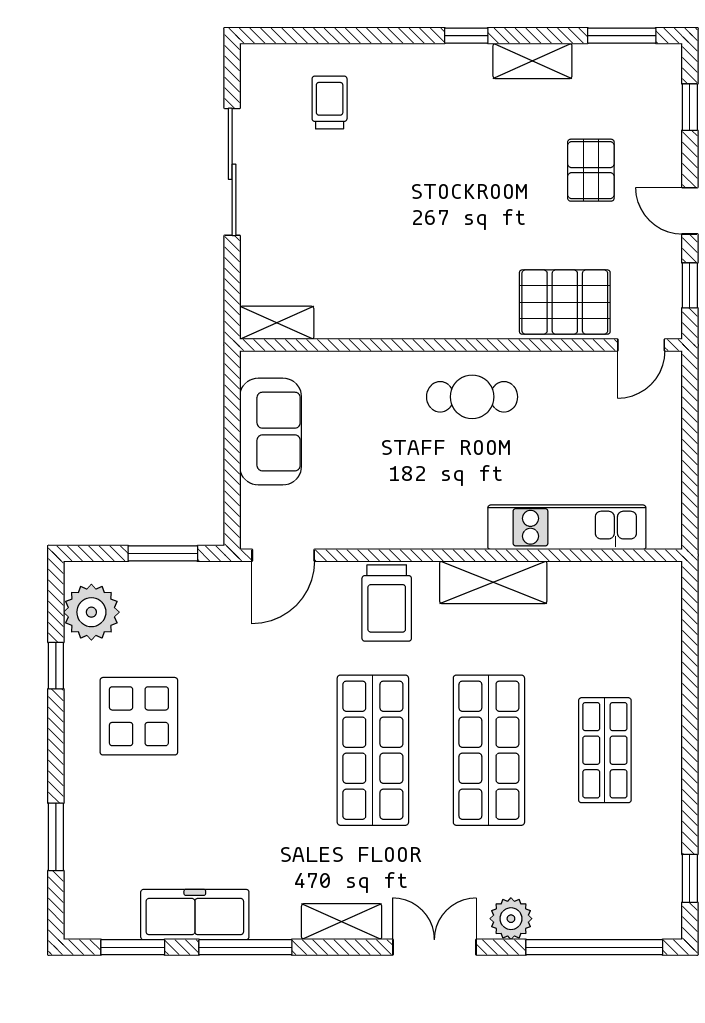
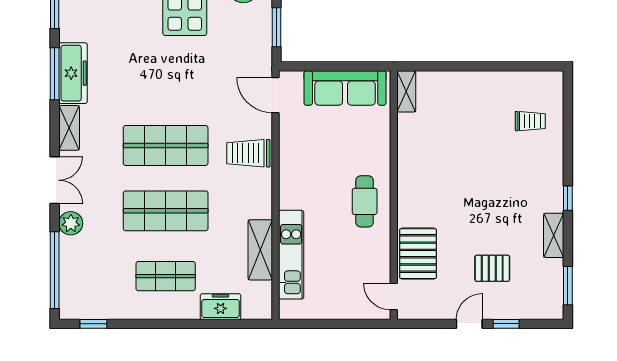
window: (690, 107) -> (506, 324), moved
sliding door: (232, 172) -> (491, 66), removed
window: (690, 285) -> (427, 324), removed
sofa: (271, 432) -> (345, 88), width x1.36
shelving: (493, 582) -> (260, 250), moved
freezer: (659, 653) -> (221, 307), added
freezer: (195, 915) -> (73, 73), moved

